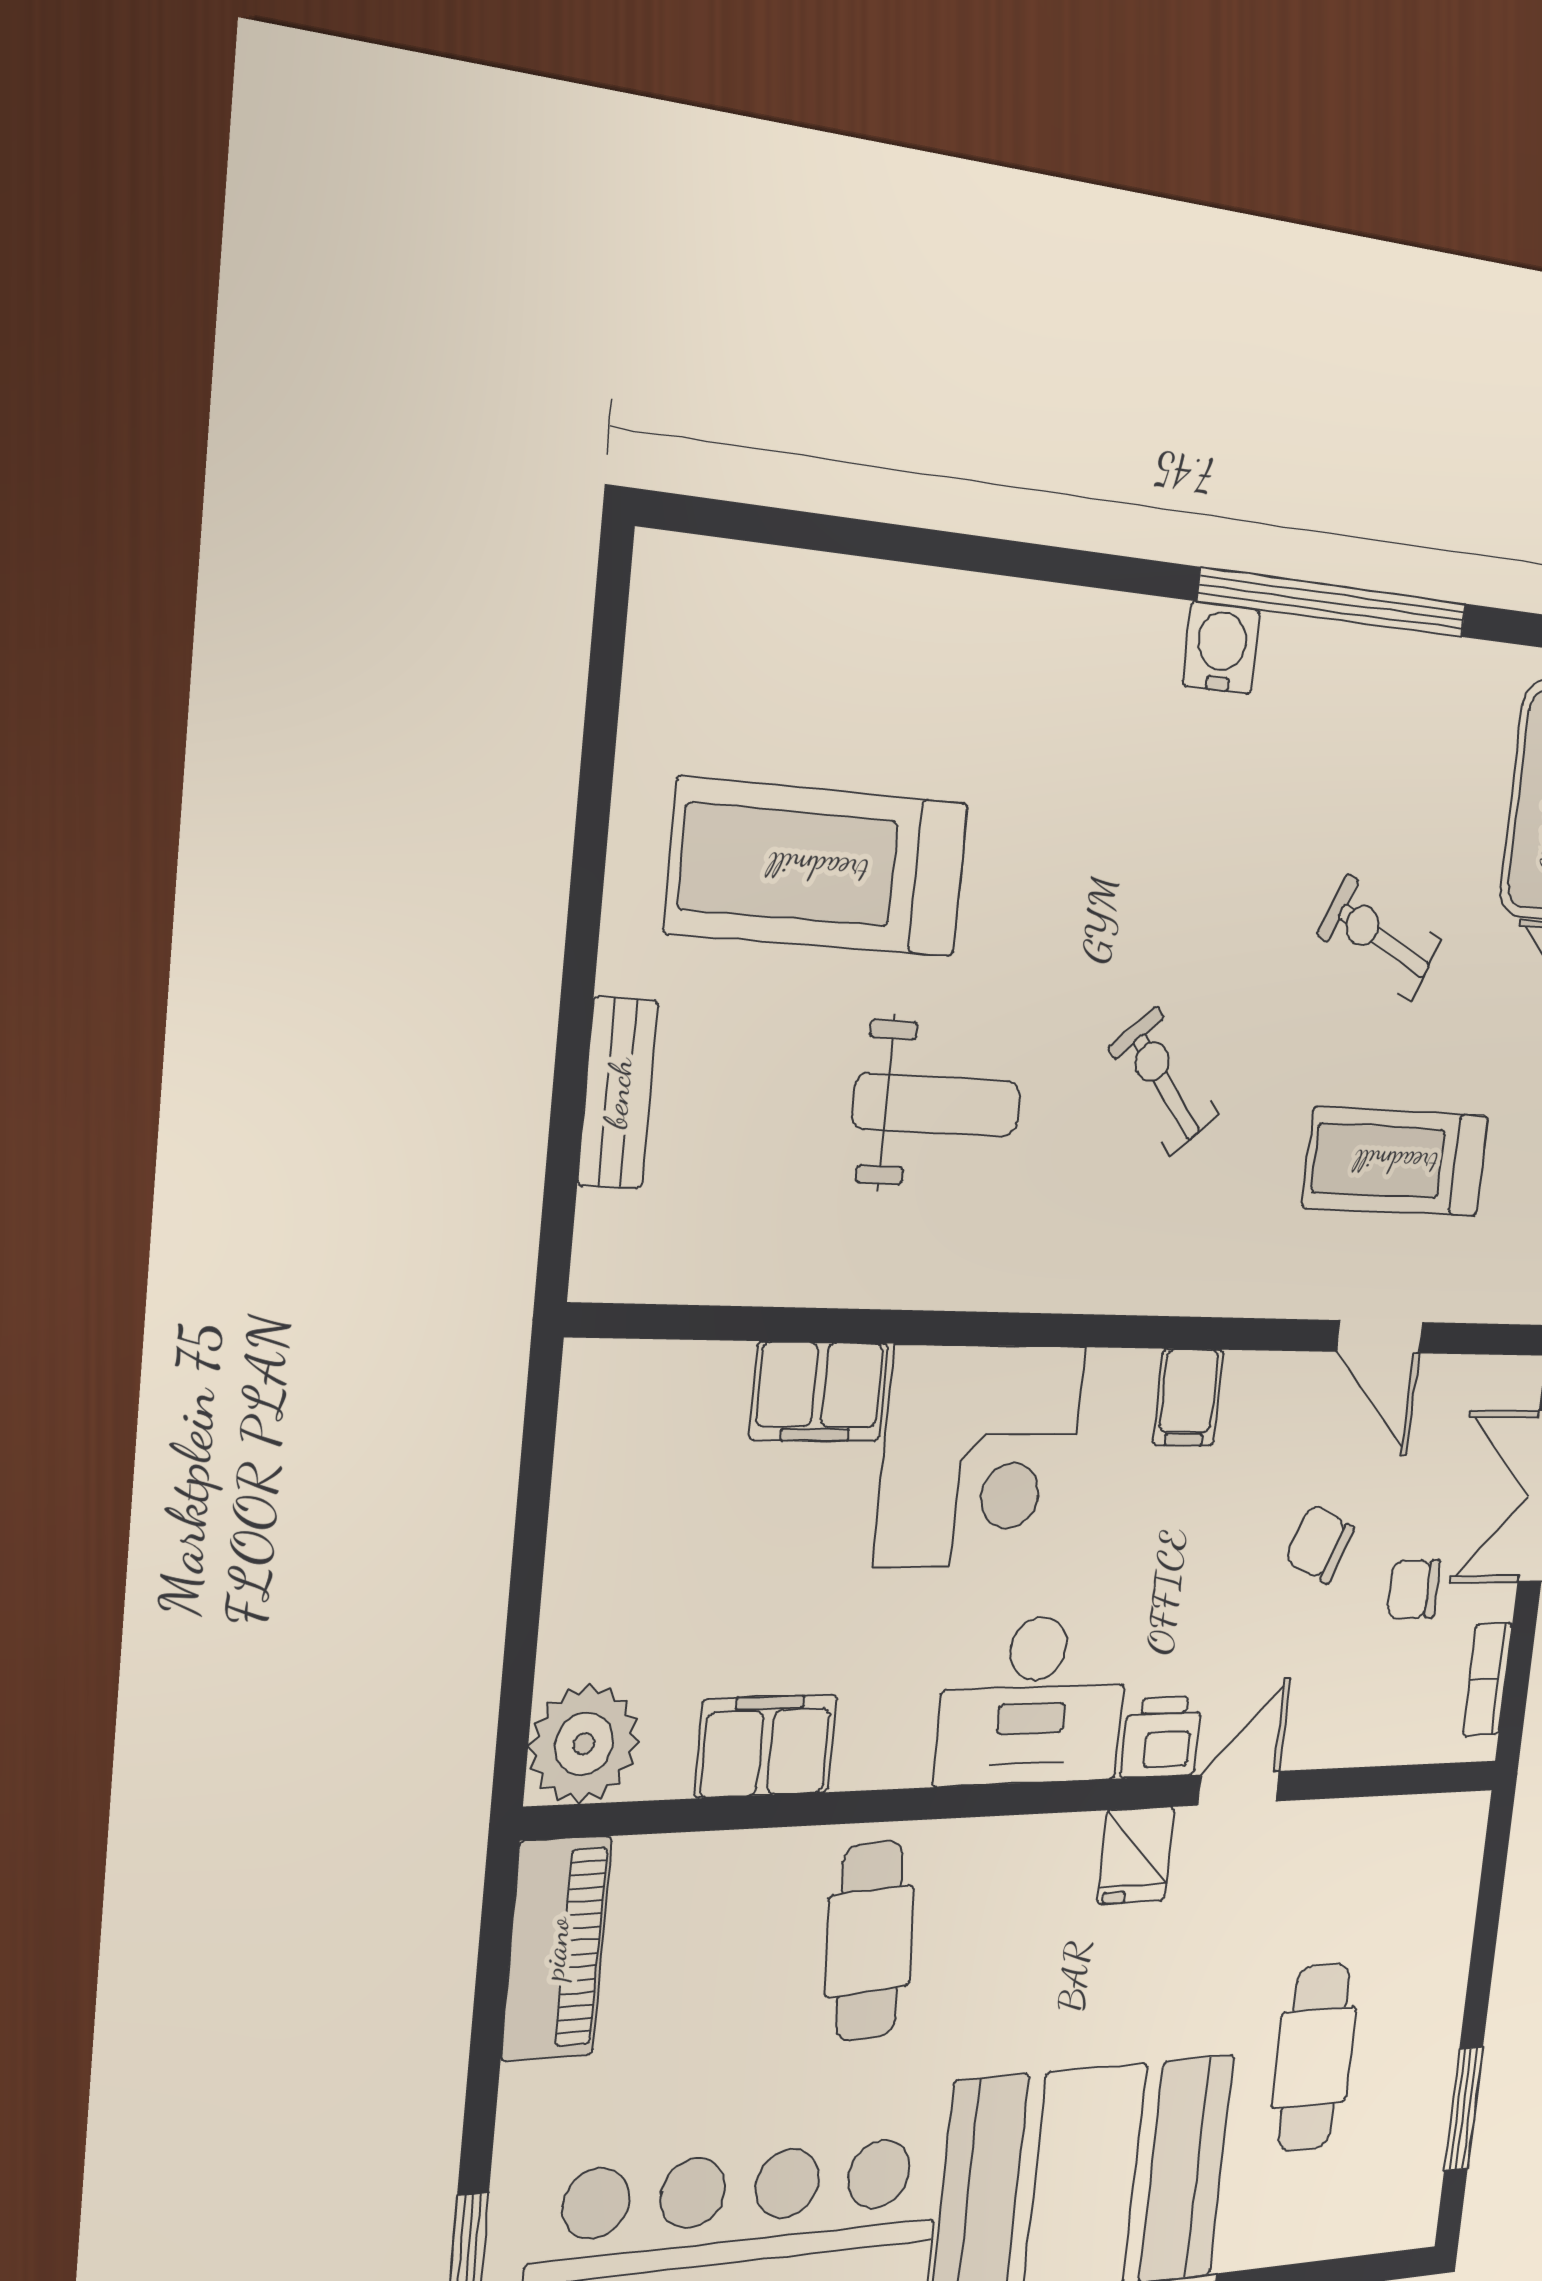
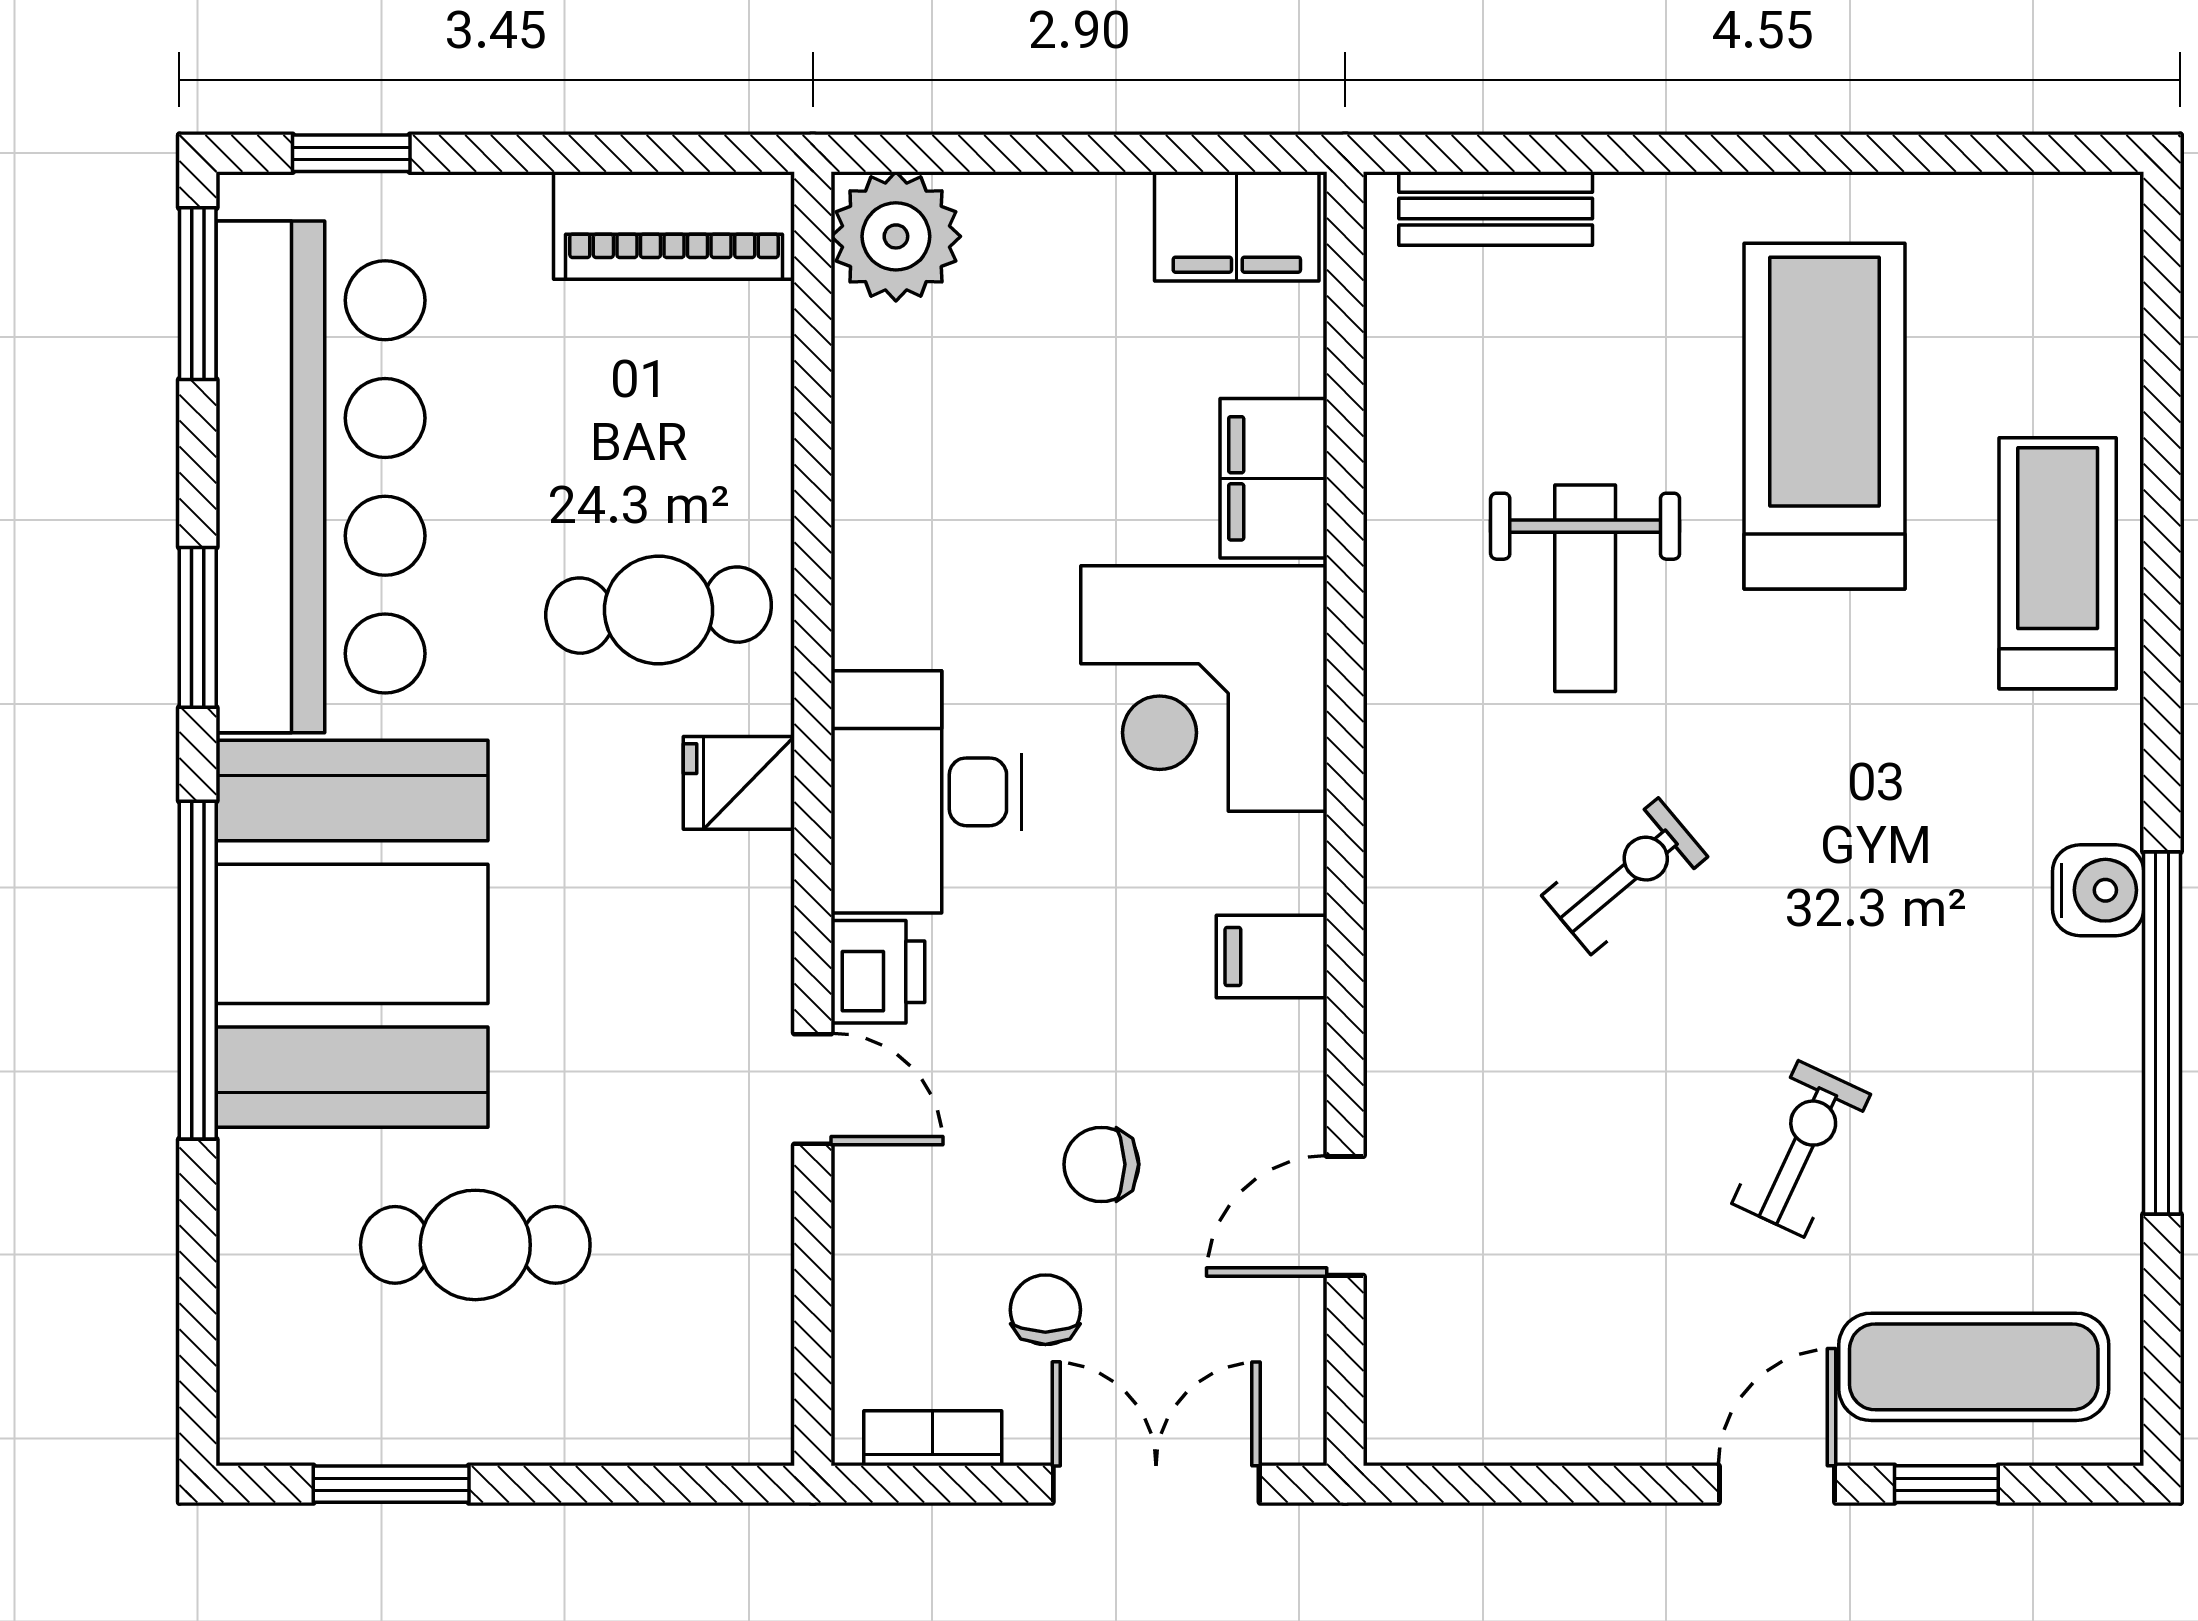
bench: (618, 1093) -> (1496, 209), moved
treadmill: (1396, 1162) -> (2058, 563), moved
chair: (1320, 1544) -> (1101, 1164), turned -114
filing cabinet: (766, 1746) -> (1237, 226), moved, turned 90
fridge: (1136, 1855) -> (739, 783), moved

